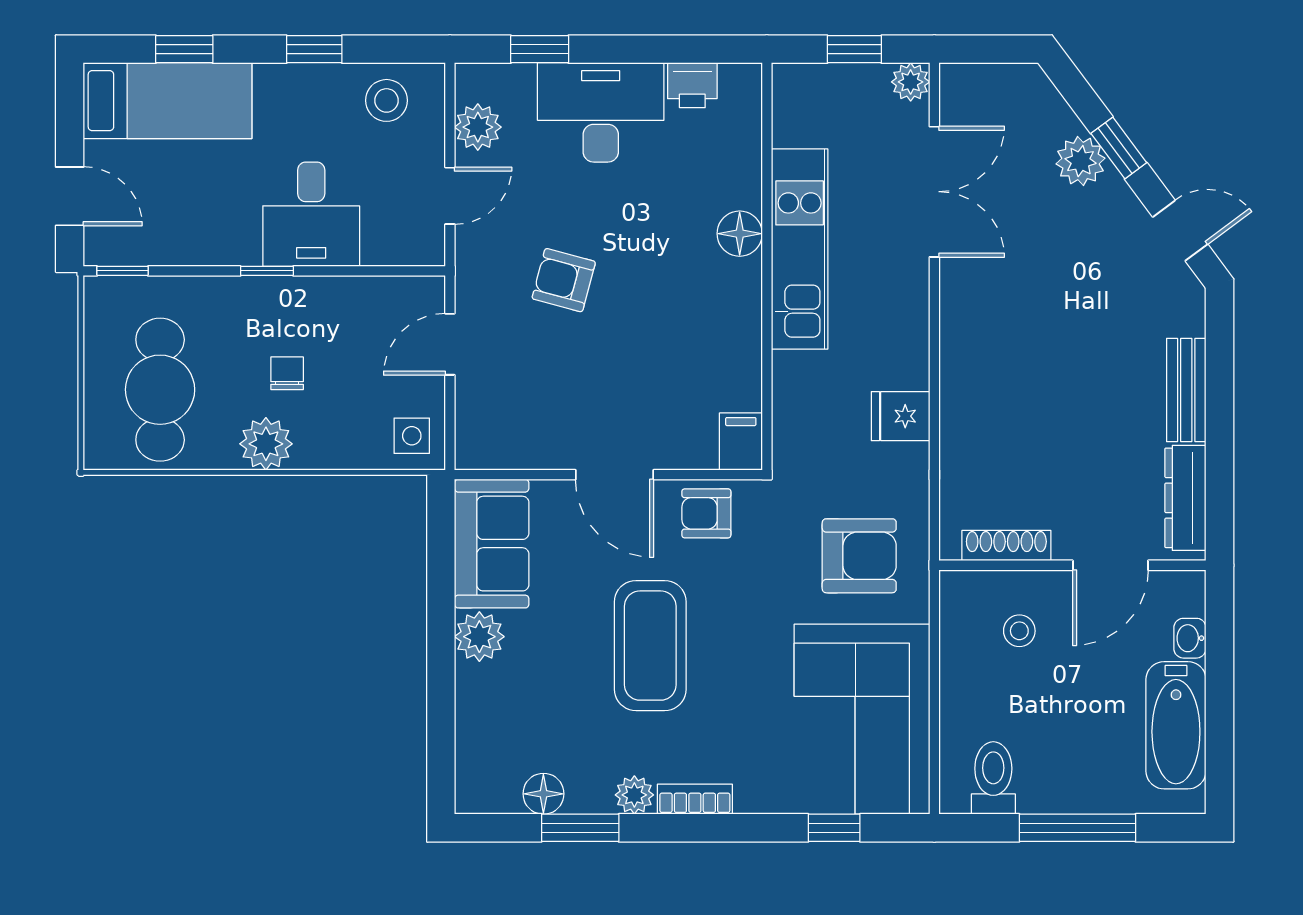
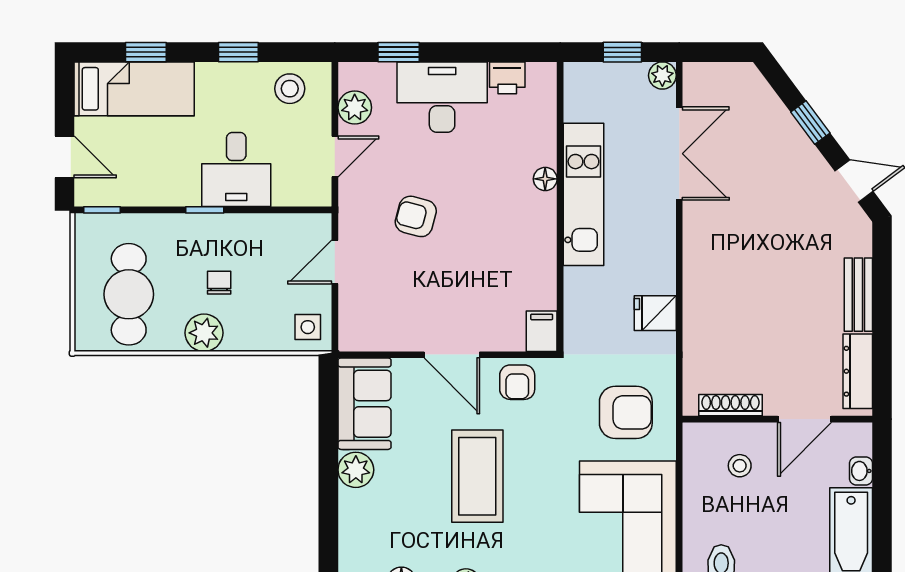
plant: (1081, 161) -> (783, 132), removed
floor lamp: (740, 234) -> (545, 179), width x0.73, depth x0.73
armchair: (706, 513) -> (517, 382), turned -90

